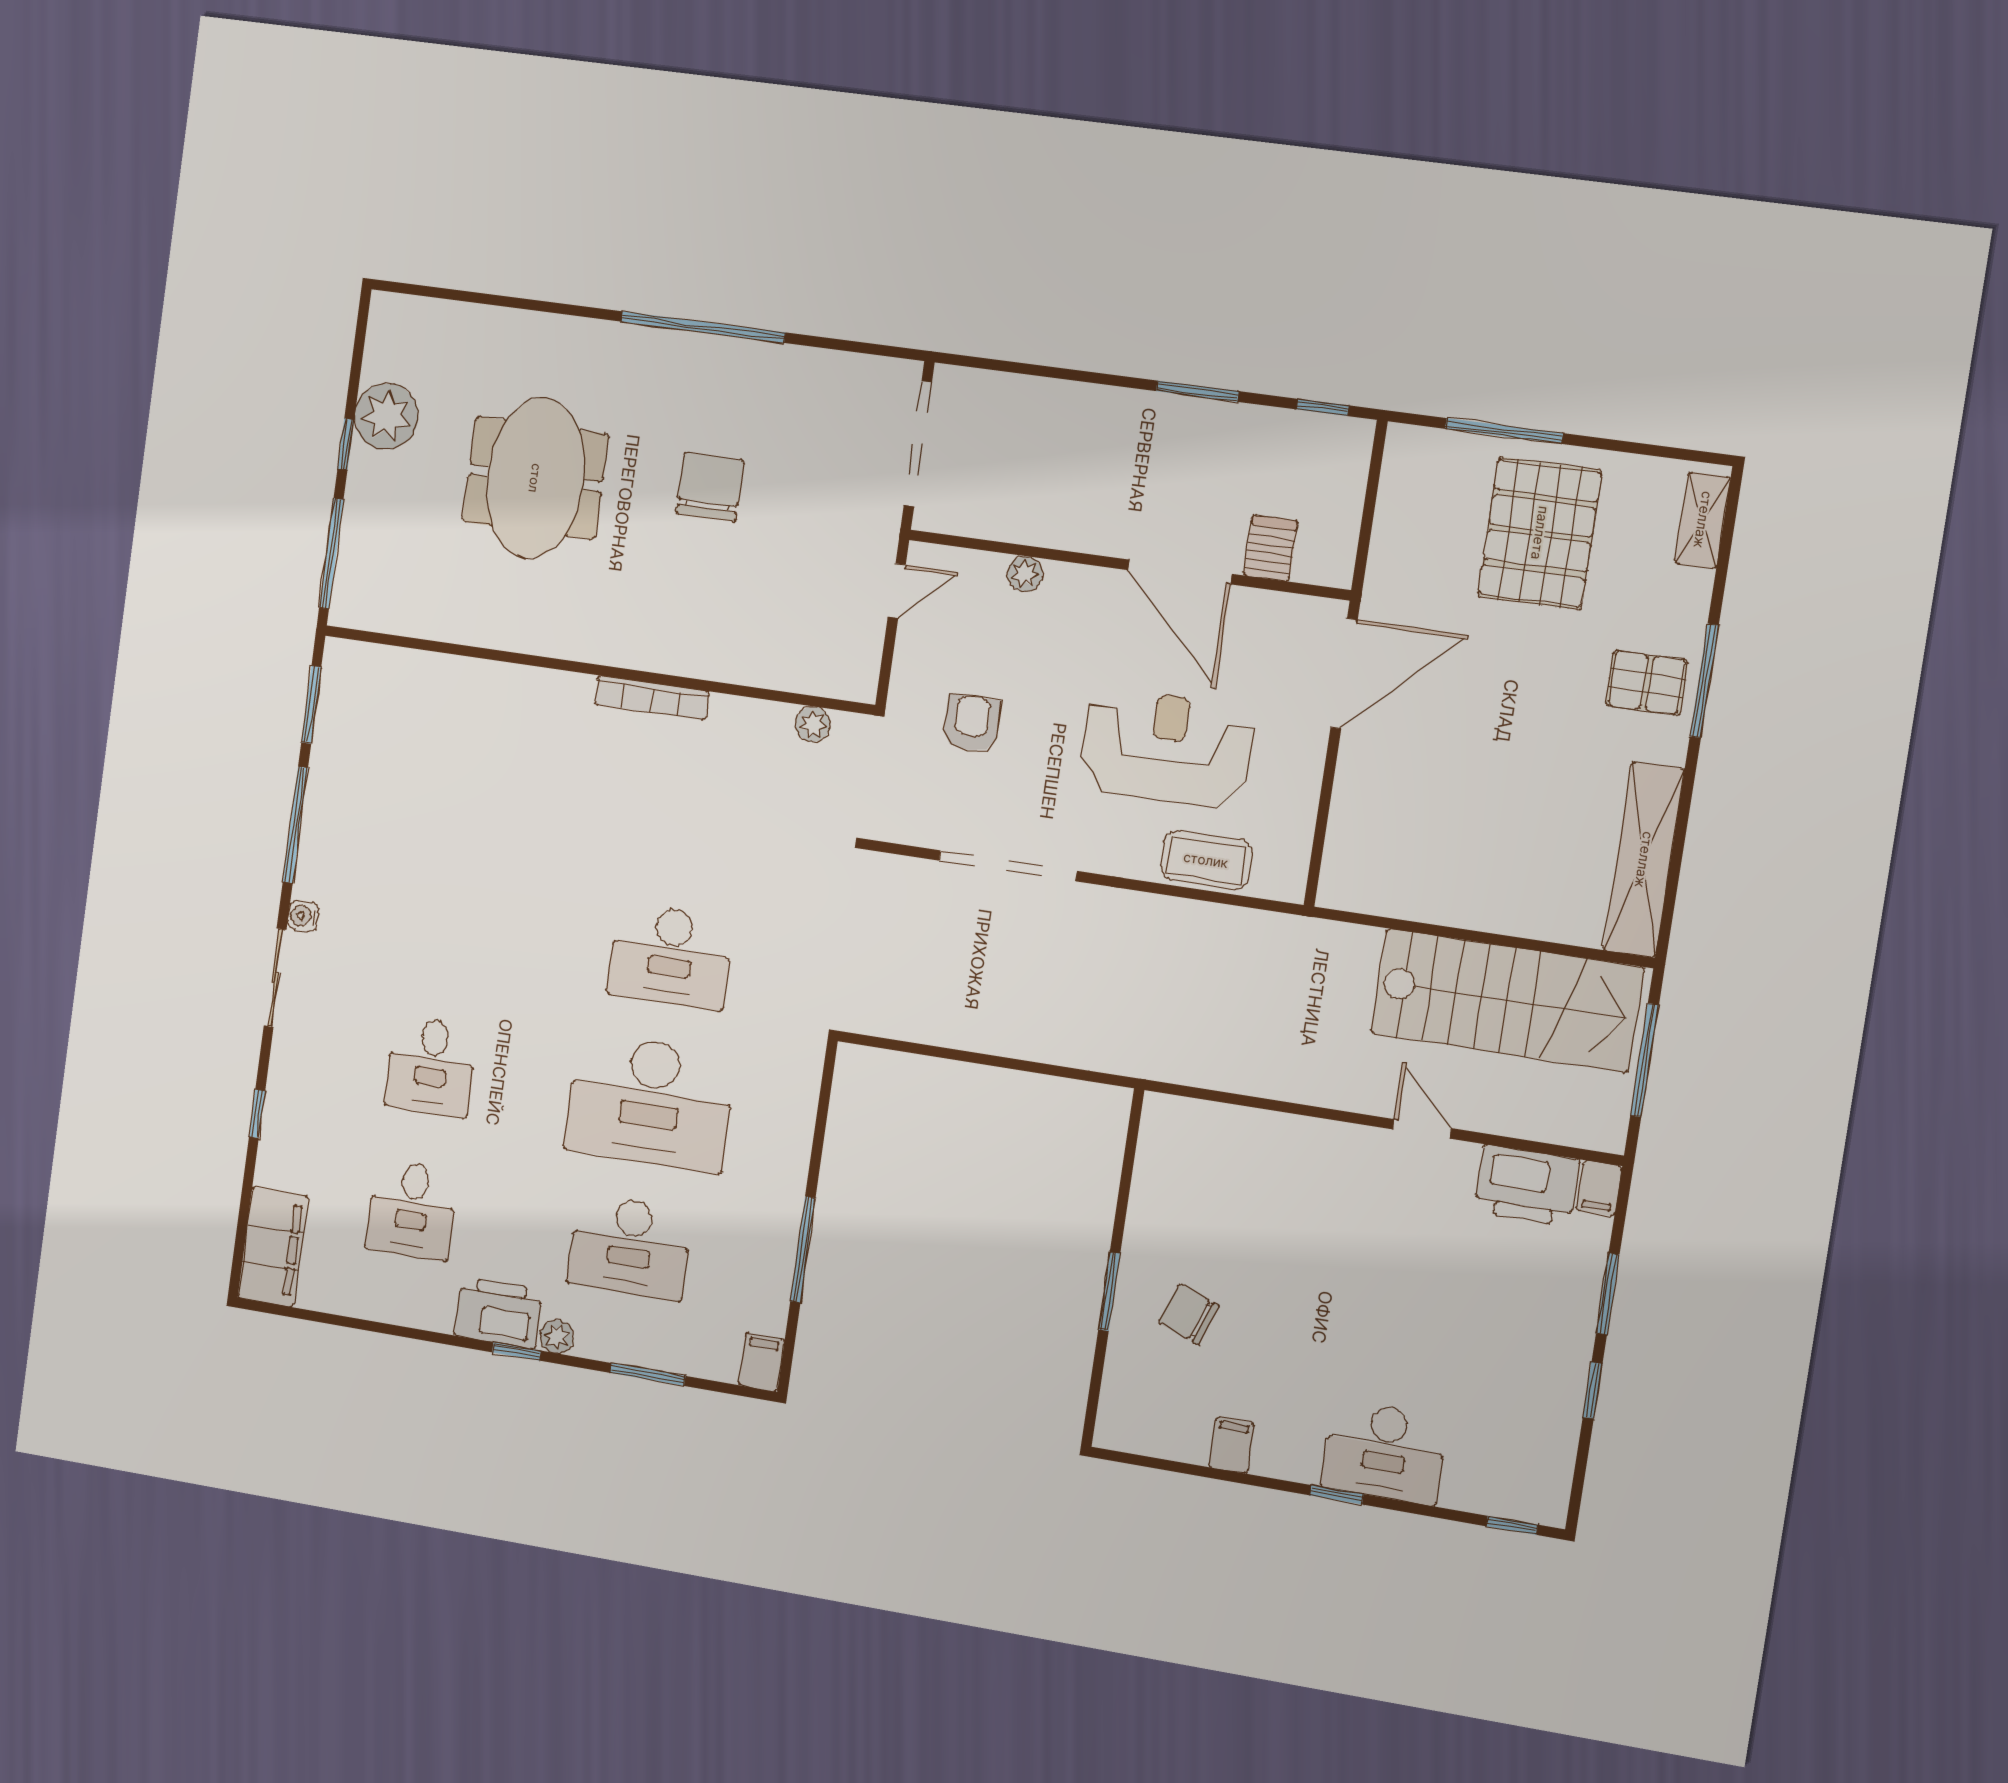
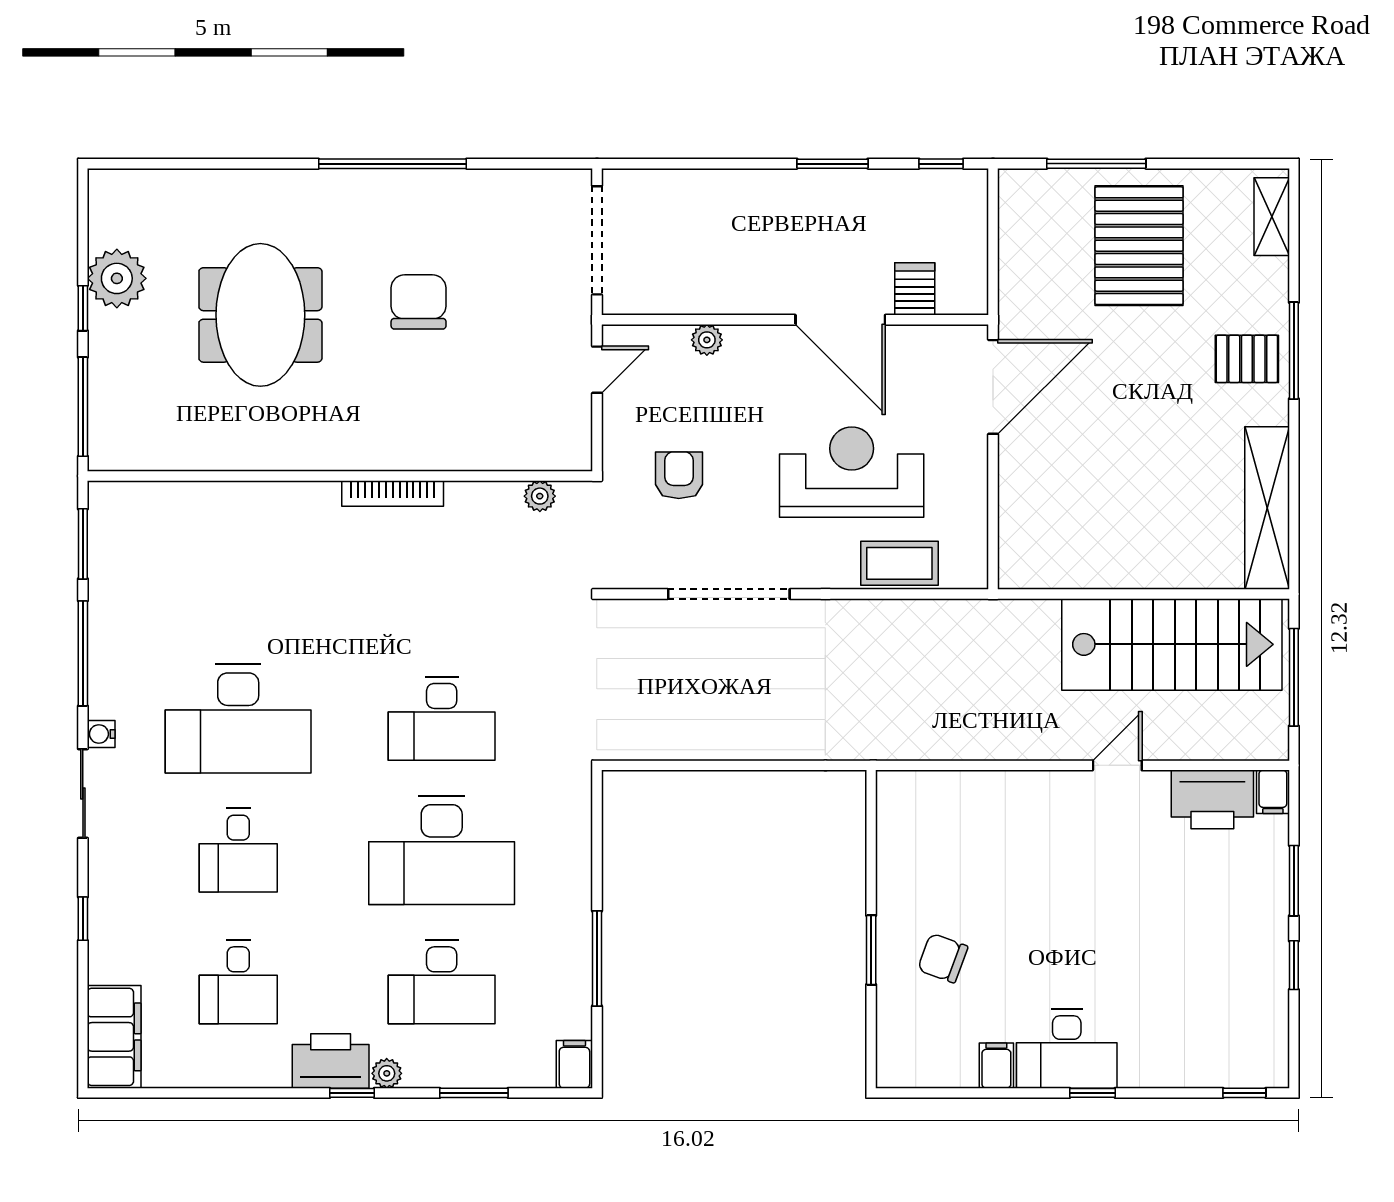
desk: (451, 922) -> (238, 719), added
door: (1422, 1129) -> (1117, 765), hinge flipped
desk: (1385, 1452) -> (1067, 1049), moved

